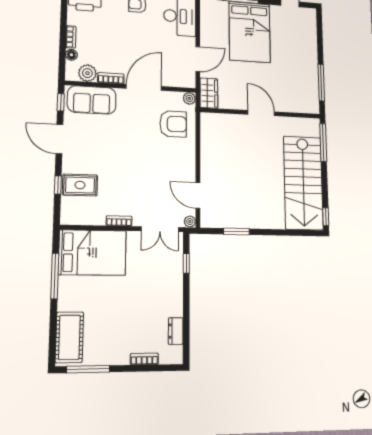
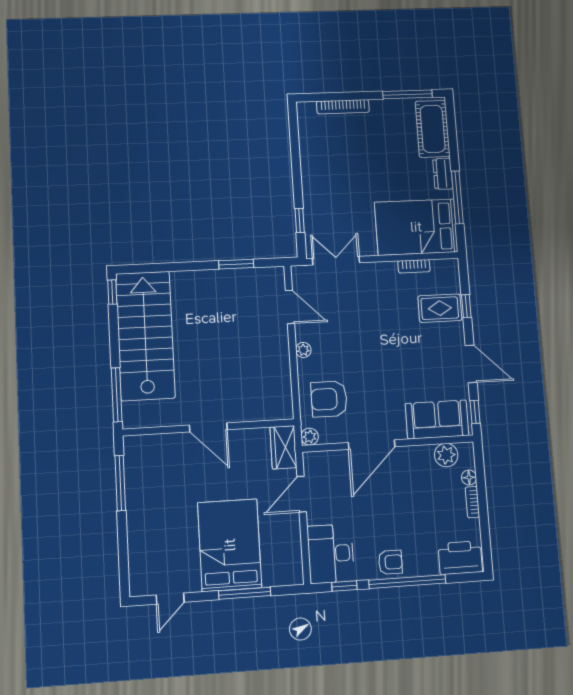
bookcase: (111, 78) -> (416, 452), removed
bookcase: (119, 221) -> (414, 266), moved
plant: (190, 222) -> (303, 350), moved
dresser: (176, 331) -> (443, 174), moved, turned 180
bookcase: (144, 359) -> (343, 107), width x1.56

